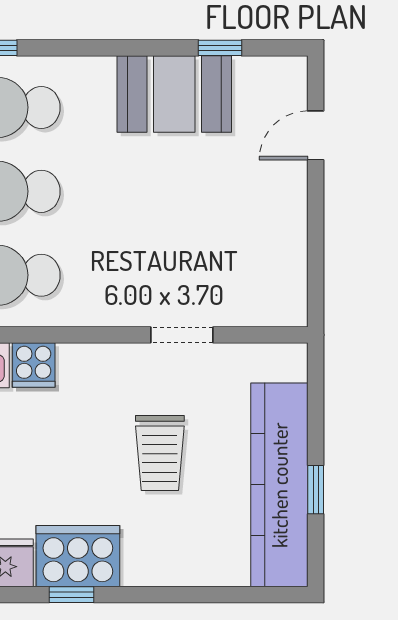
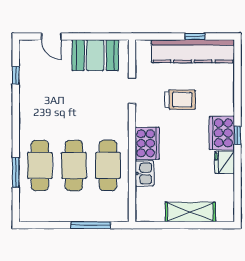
booth: (174, 94) -> (95, 55), moved, turned 90
cooker: (34, 365) -> (147, 143), width x1.87, depth x1.31

